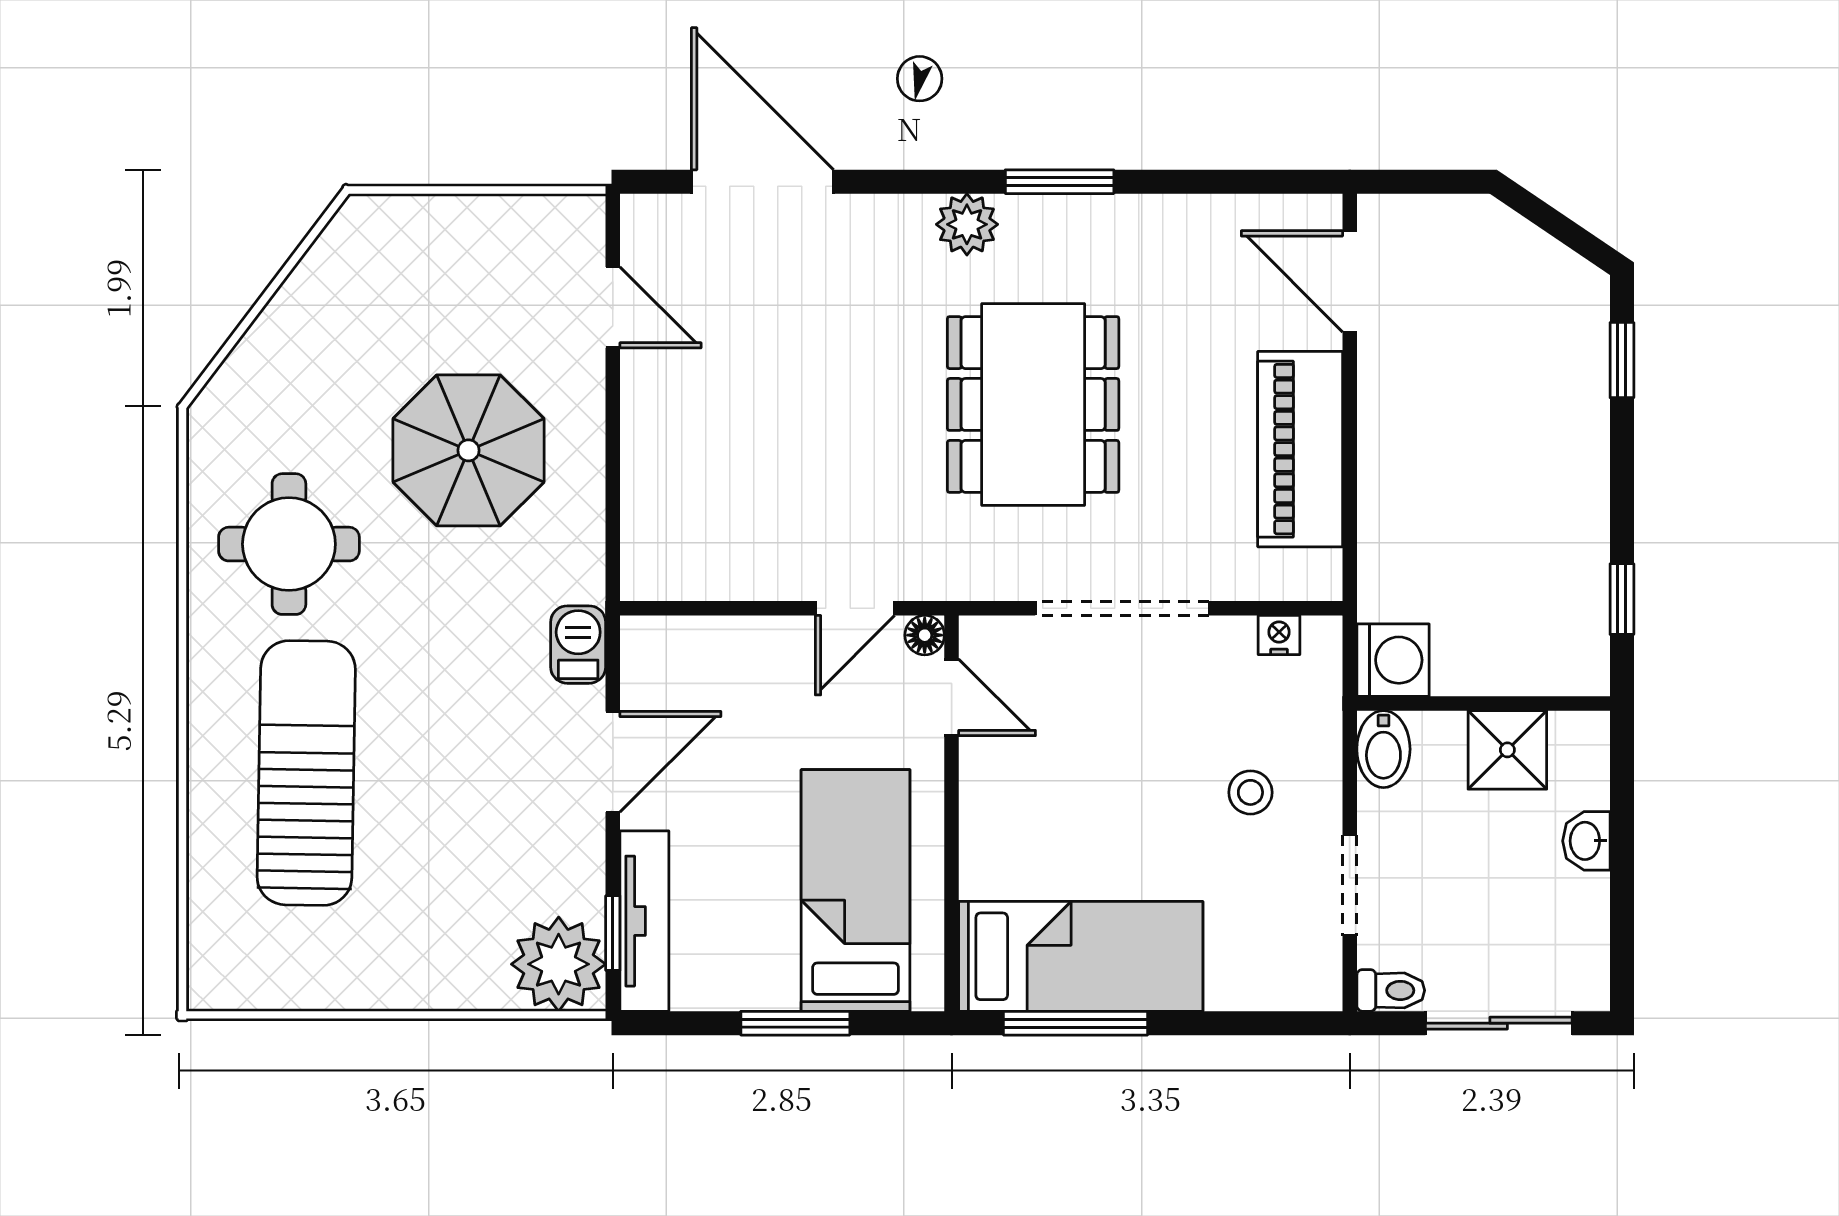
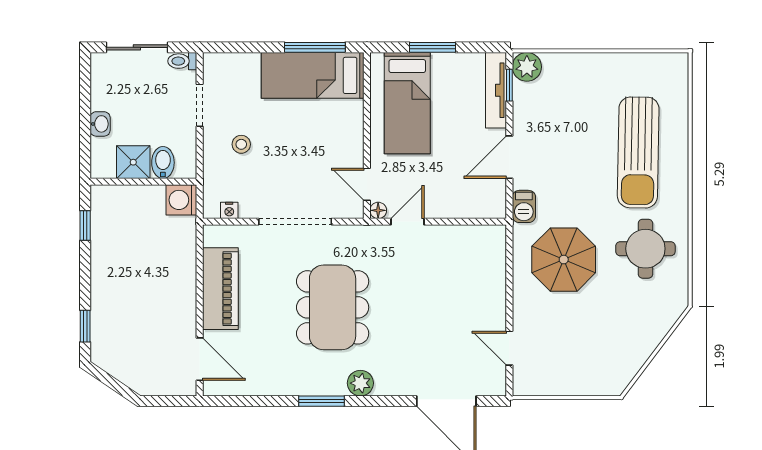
parasol: (468, 450) -> (564, 260), moved
bidet: (1383, 749) -> (163, 163), moved
plant: (559, 964) -> (527, 67), width x0.73, depth x0.73

